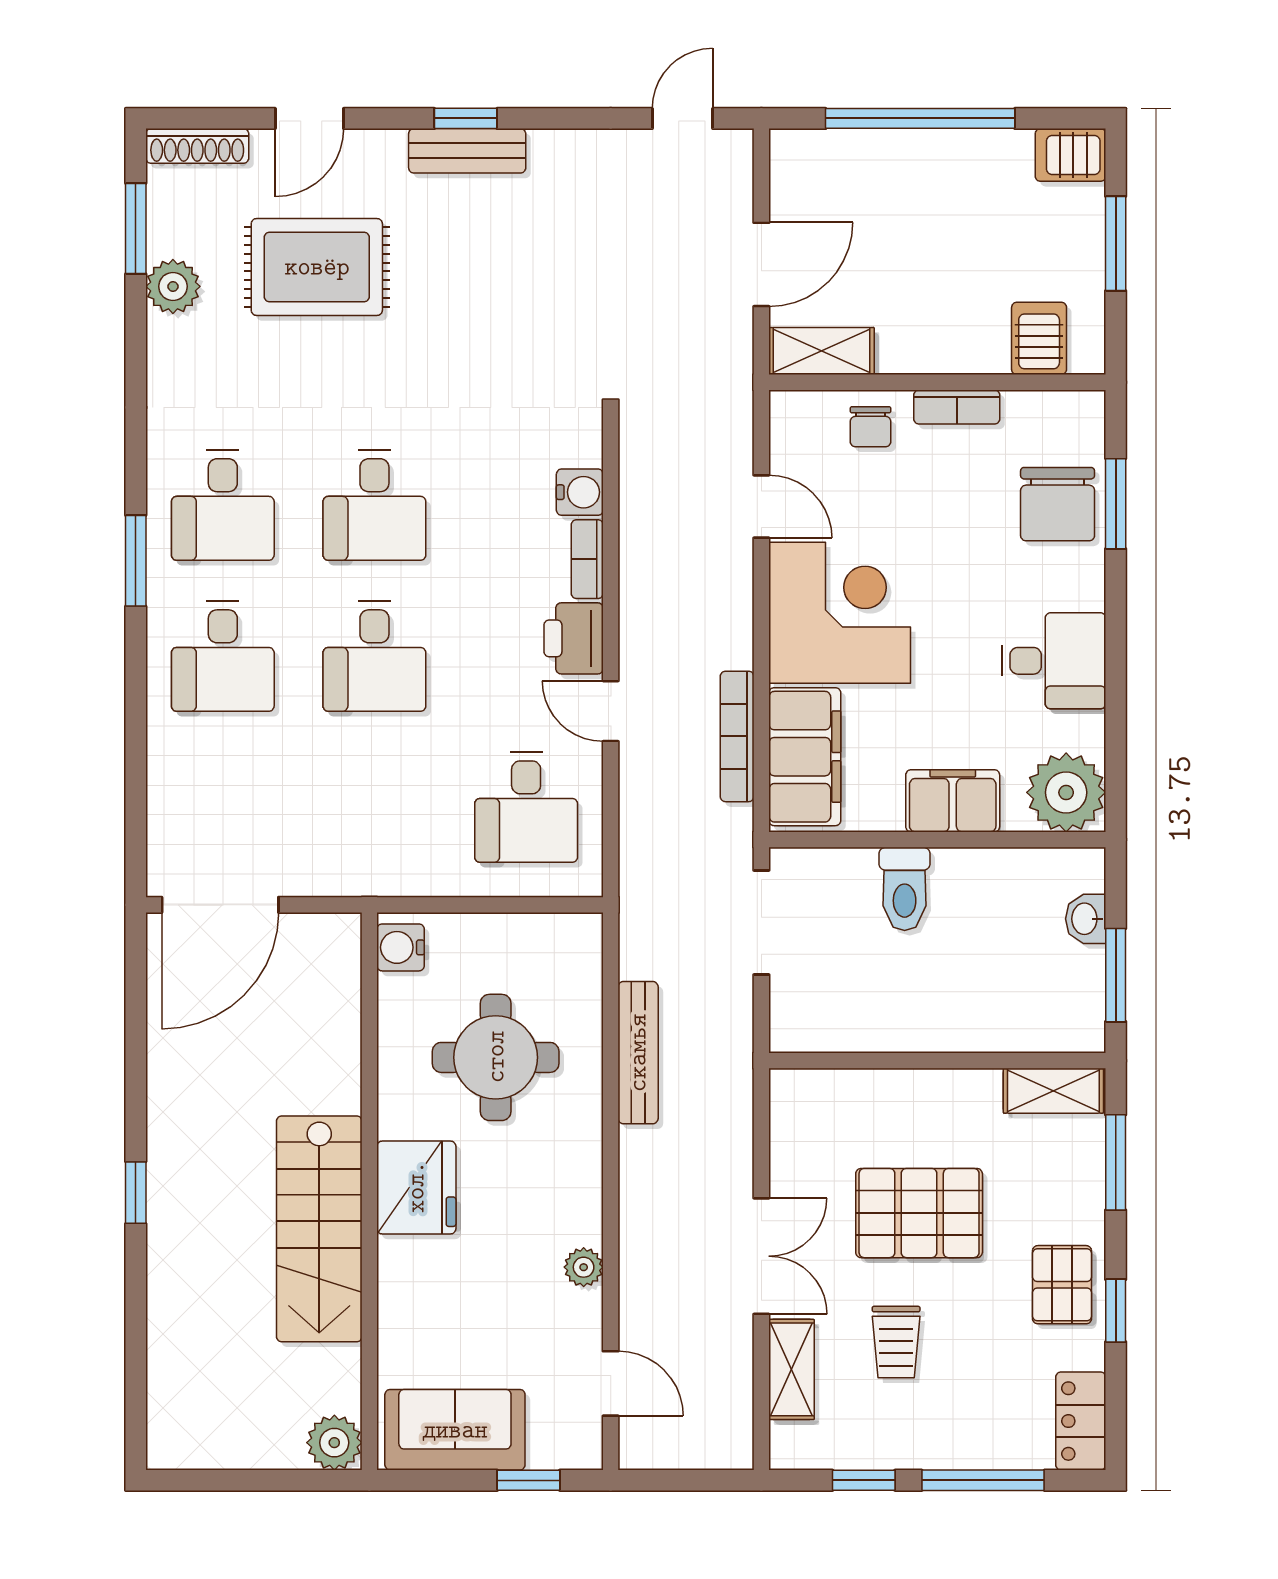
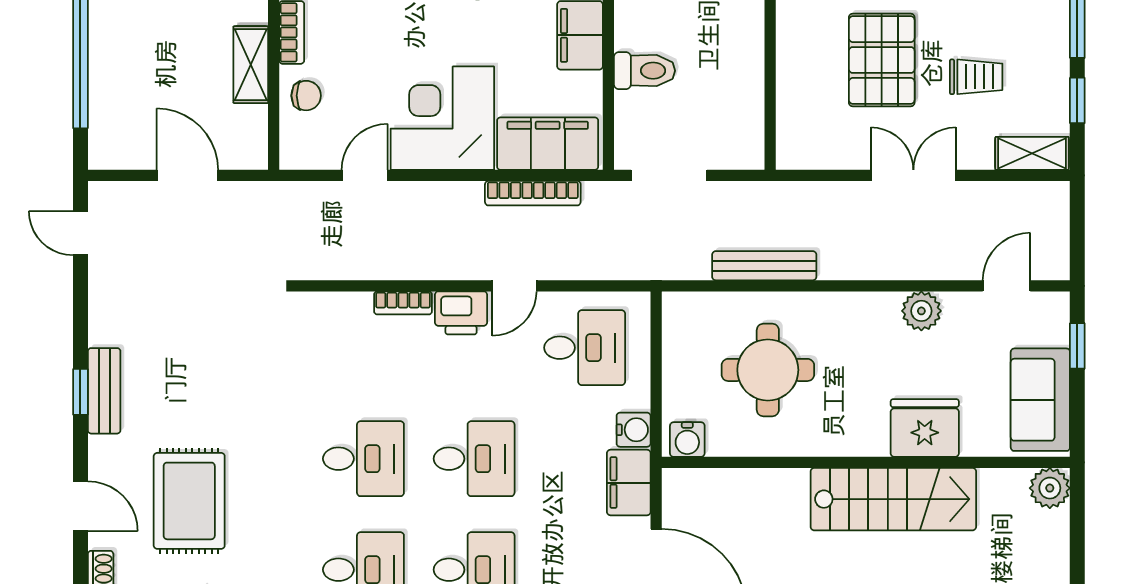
shelving: (822, 351) -> (251, 65), moved
water cooler: (580, 492) -> (634, 430), moved, turned 90
filing cabinet: (342, 867) -> (629, 483), added
fridge: (416, 1187) -> (925, 428), moved
plant: (584, 1267) -> (921, 311), width x1.38, depth x1.38
shelving: (792, 1369) -> (1032, 153), moved

